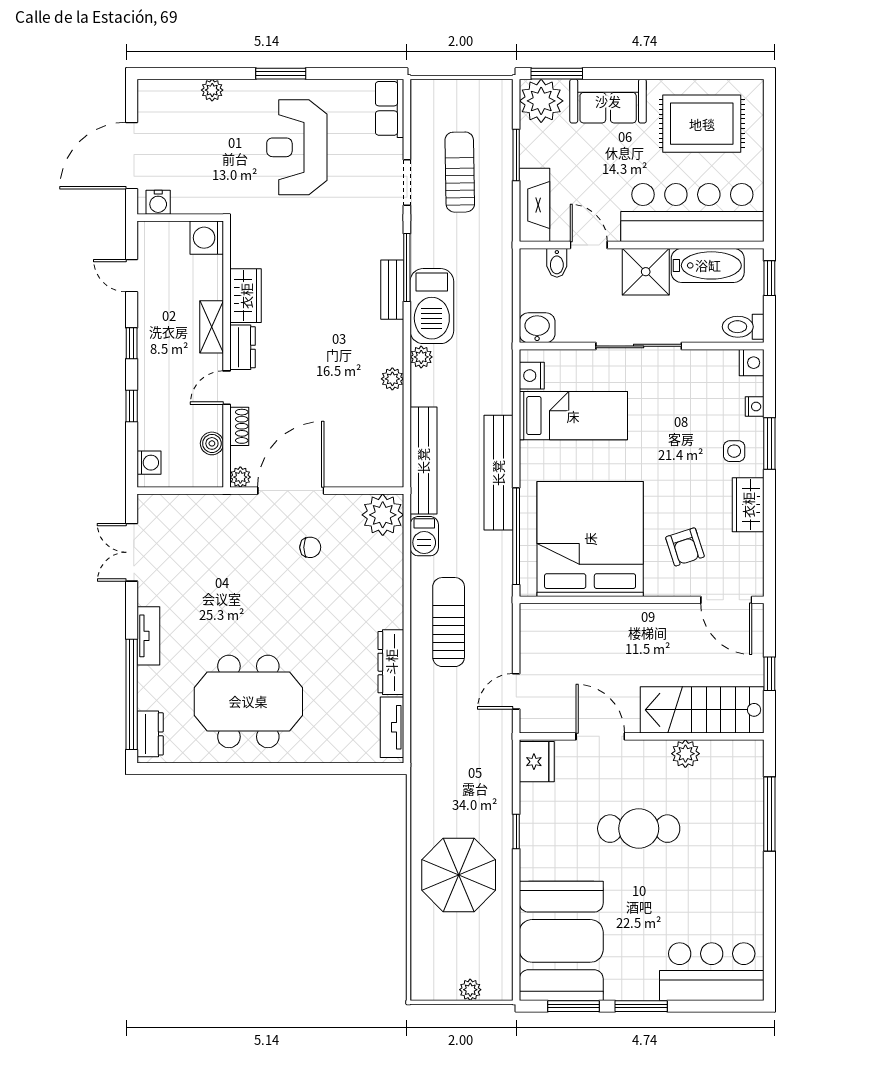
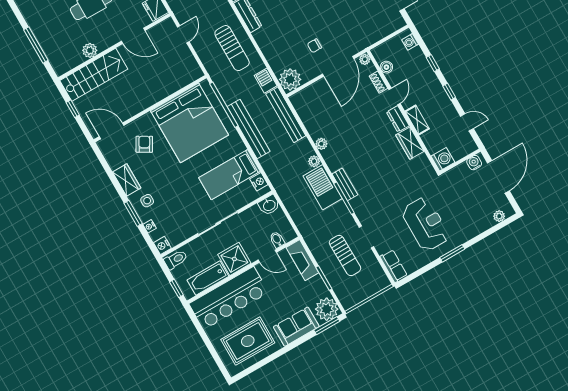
plant: (212, 90) -> (499, 216), moved
armchair: (685, 547) -> (144, 144), turned 48

